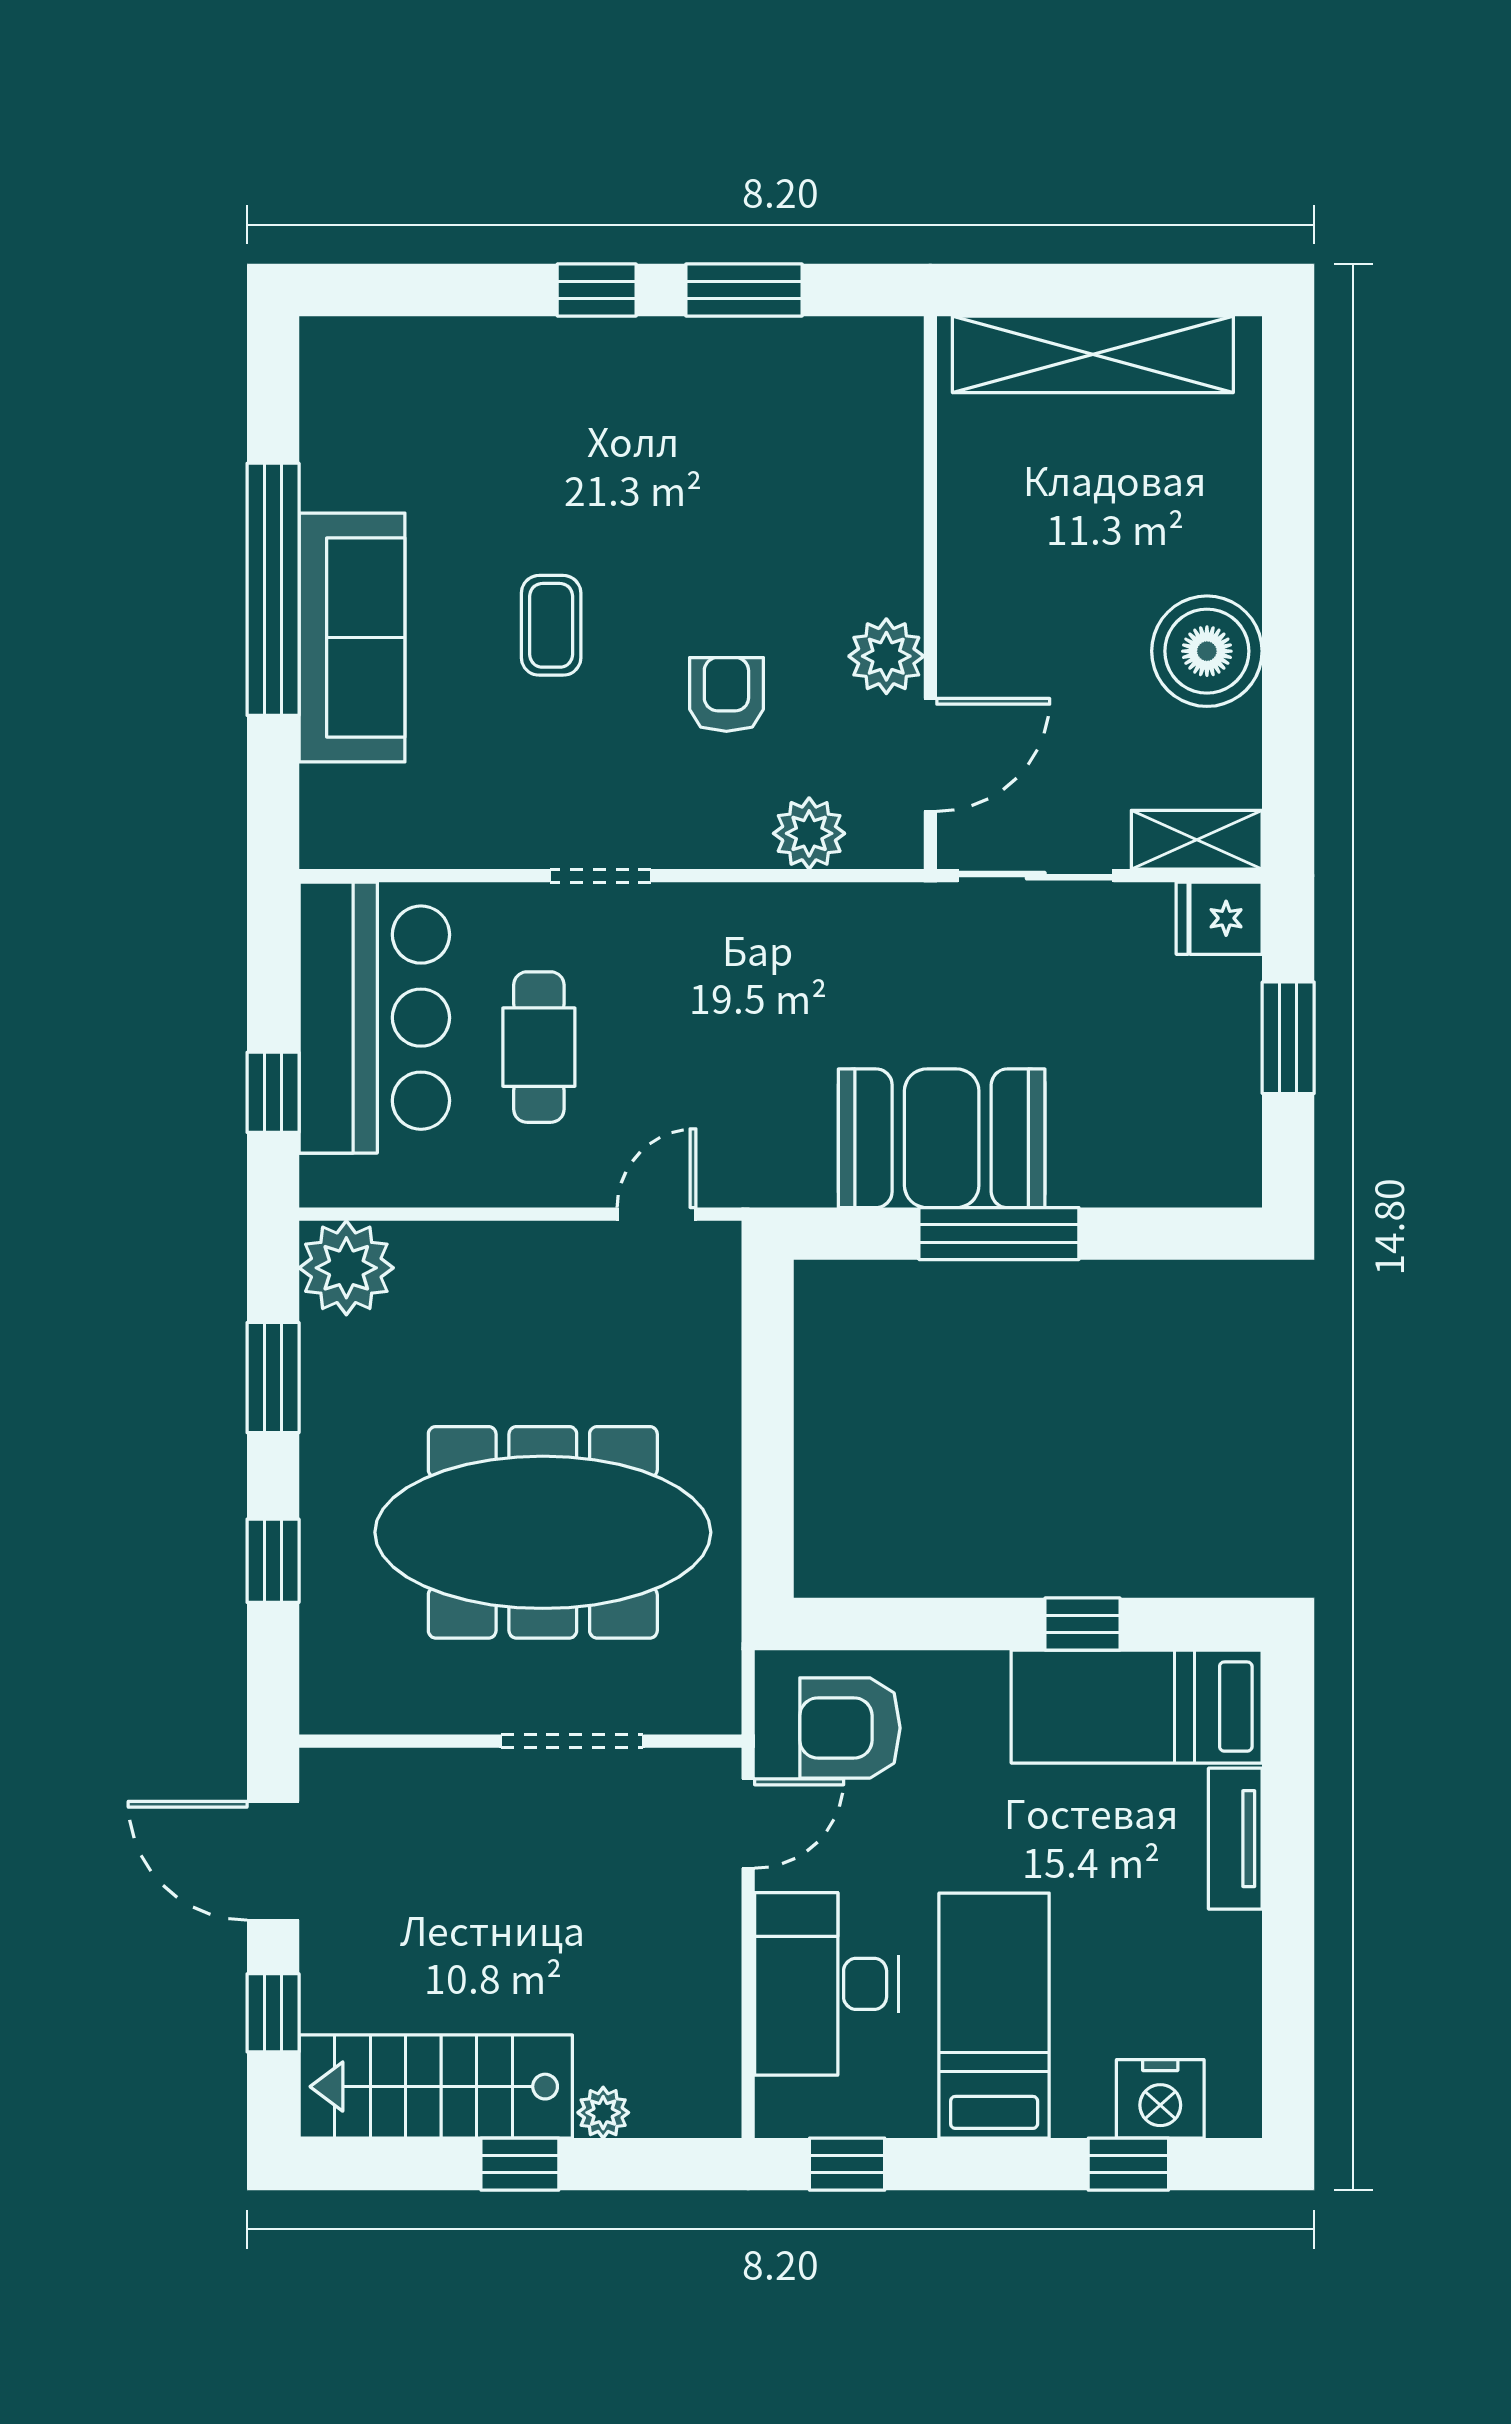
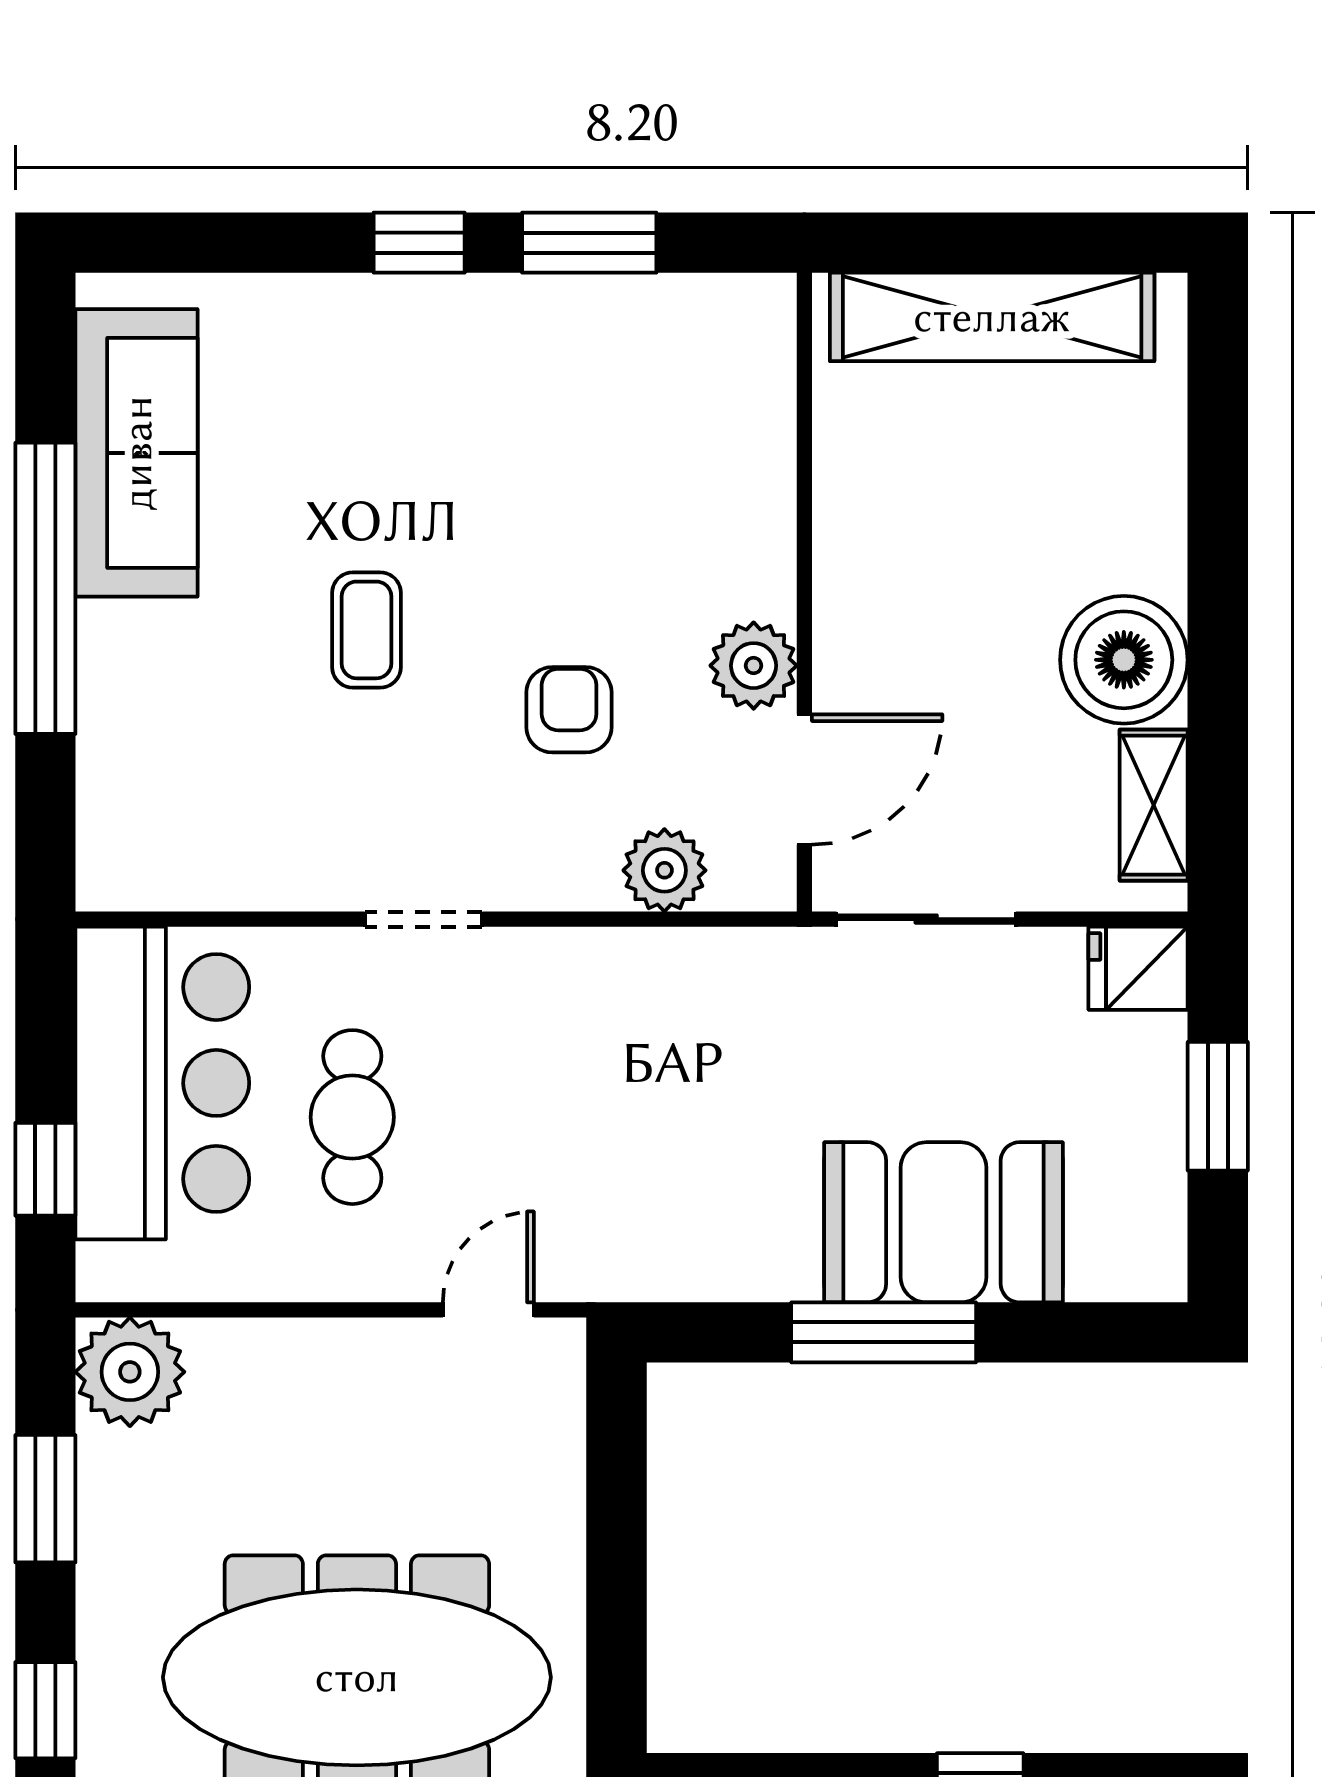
sofa: (352, 637) -> (137, 453), moved
shelving: (1197, 840) -> (1154, 805), moved, turned 90
booth: (942, 1138) -> (943, 1222), moved

